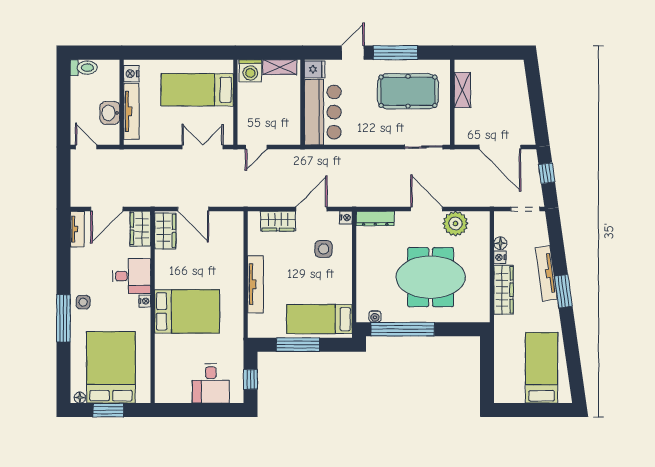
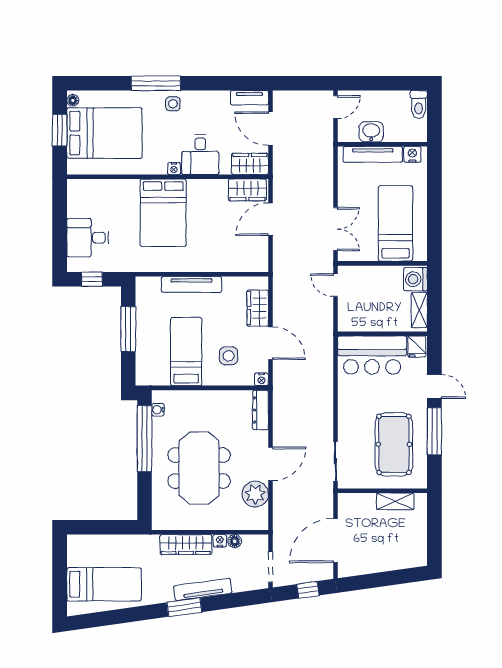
bed: (319, 319) -> (186, 352), moved

